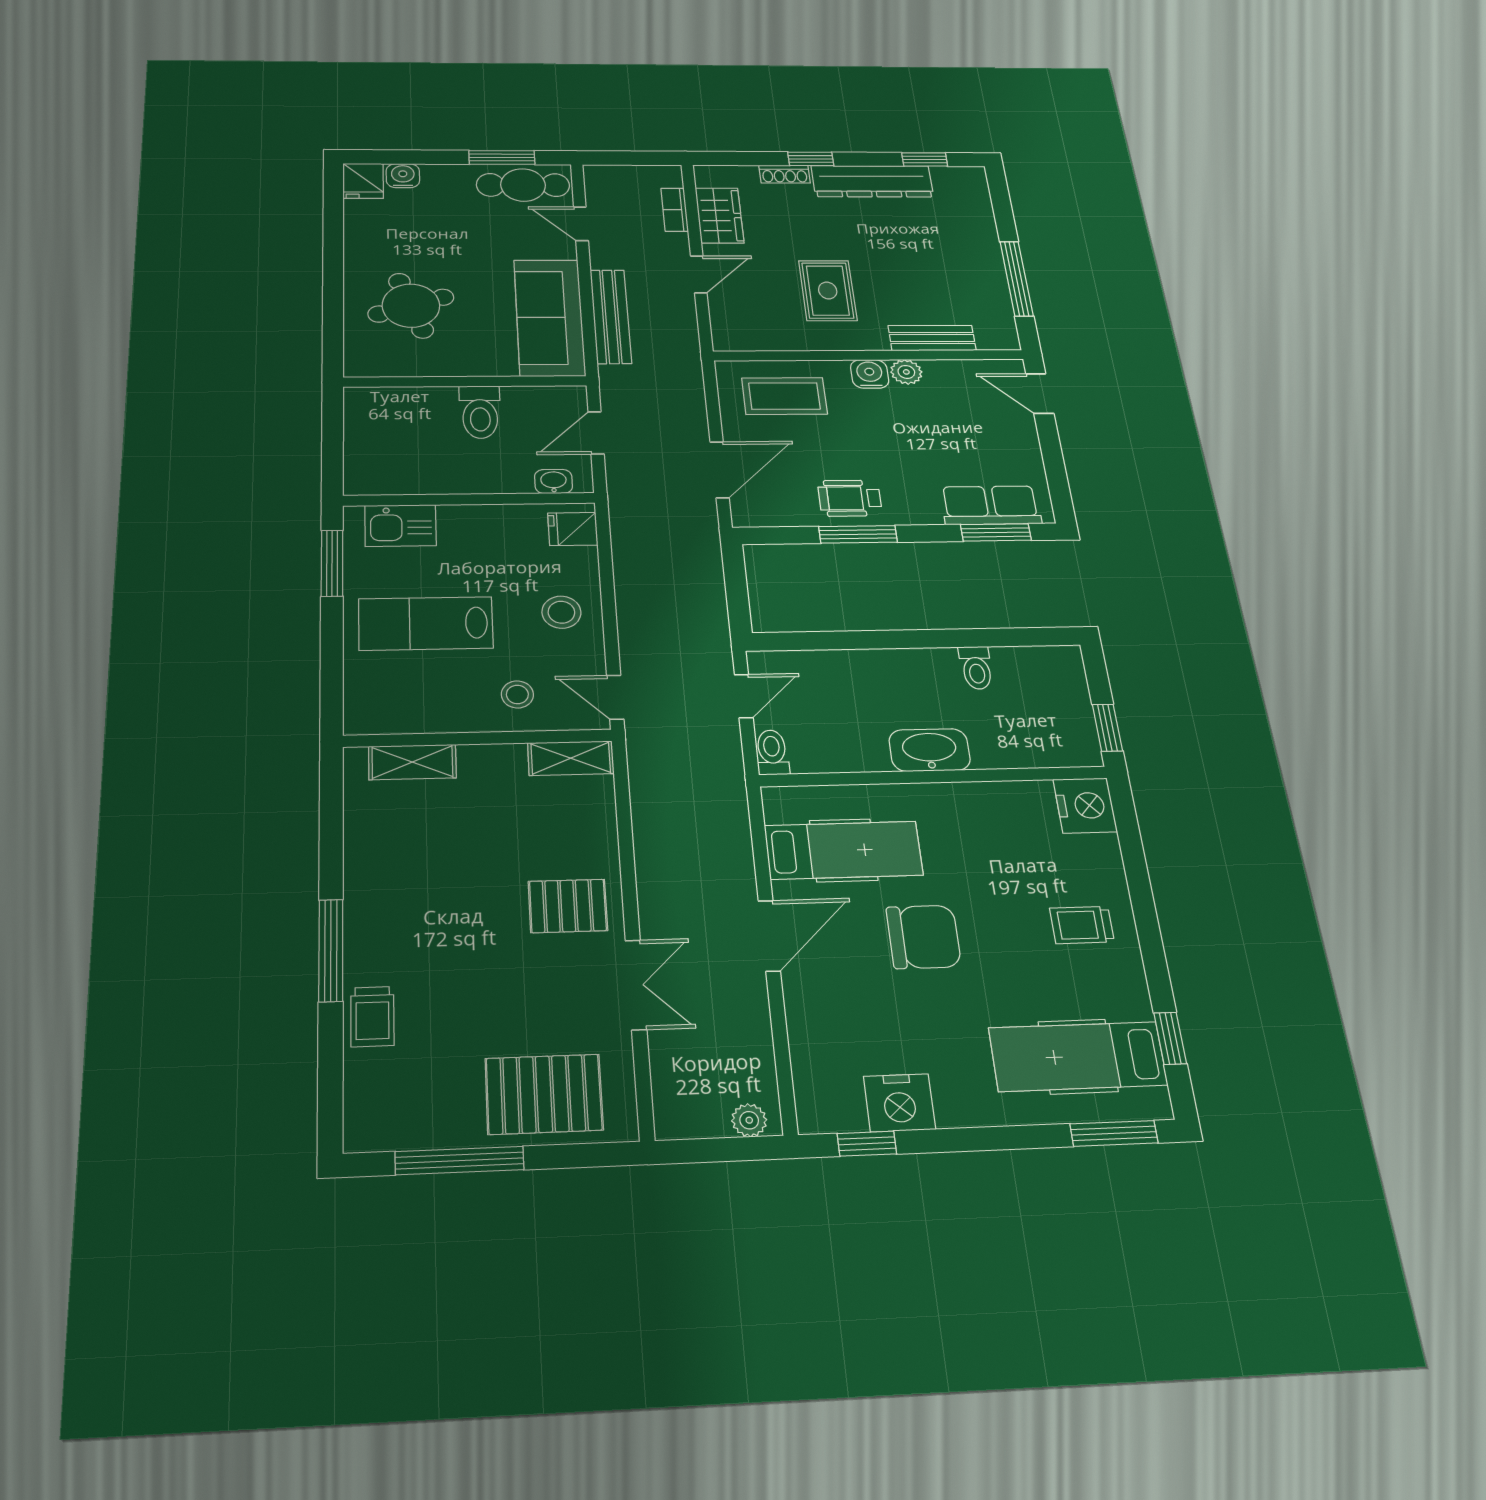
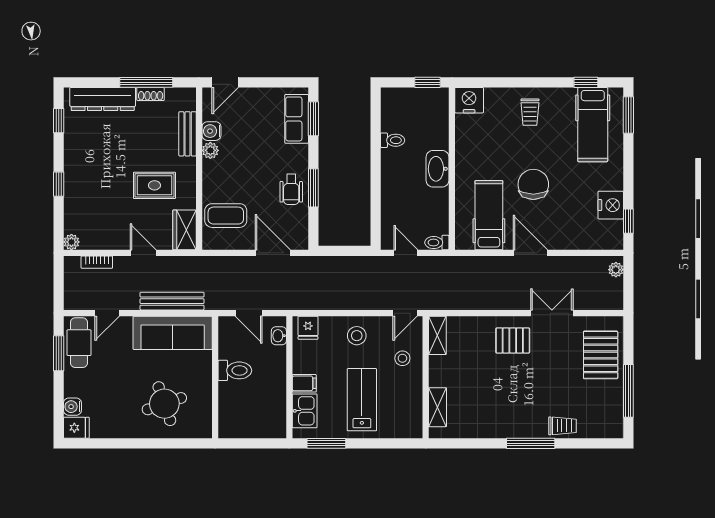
shoe rack: (785, 174) -> (151, 94), moved, turned 90
plant: (708, 176) -> (71, 242), added
dresser: (872, 181) -> (103, 99), moved, turned 90
wardrobe: (719, 216) -> (184, 230), moved, turned -90
water cooler: (870, 374) -> (212, 131), moved
coffee table: (784, 396) -> (226, 216), turned 90
filing cabinet: (458, 524) -> (304, 383), added
lab bench: (426, 623) -> (362, 400), turned 180
pallet: (568, 906) -> (513, 340), turned 90

